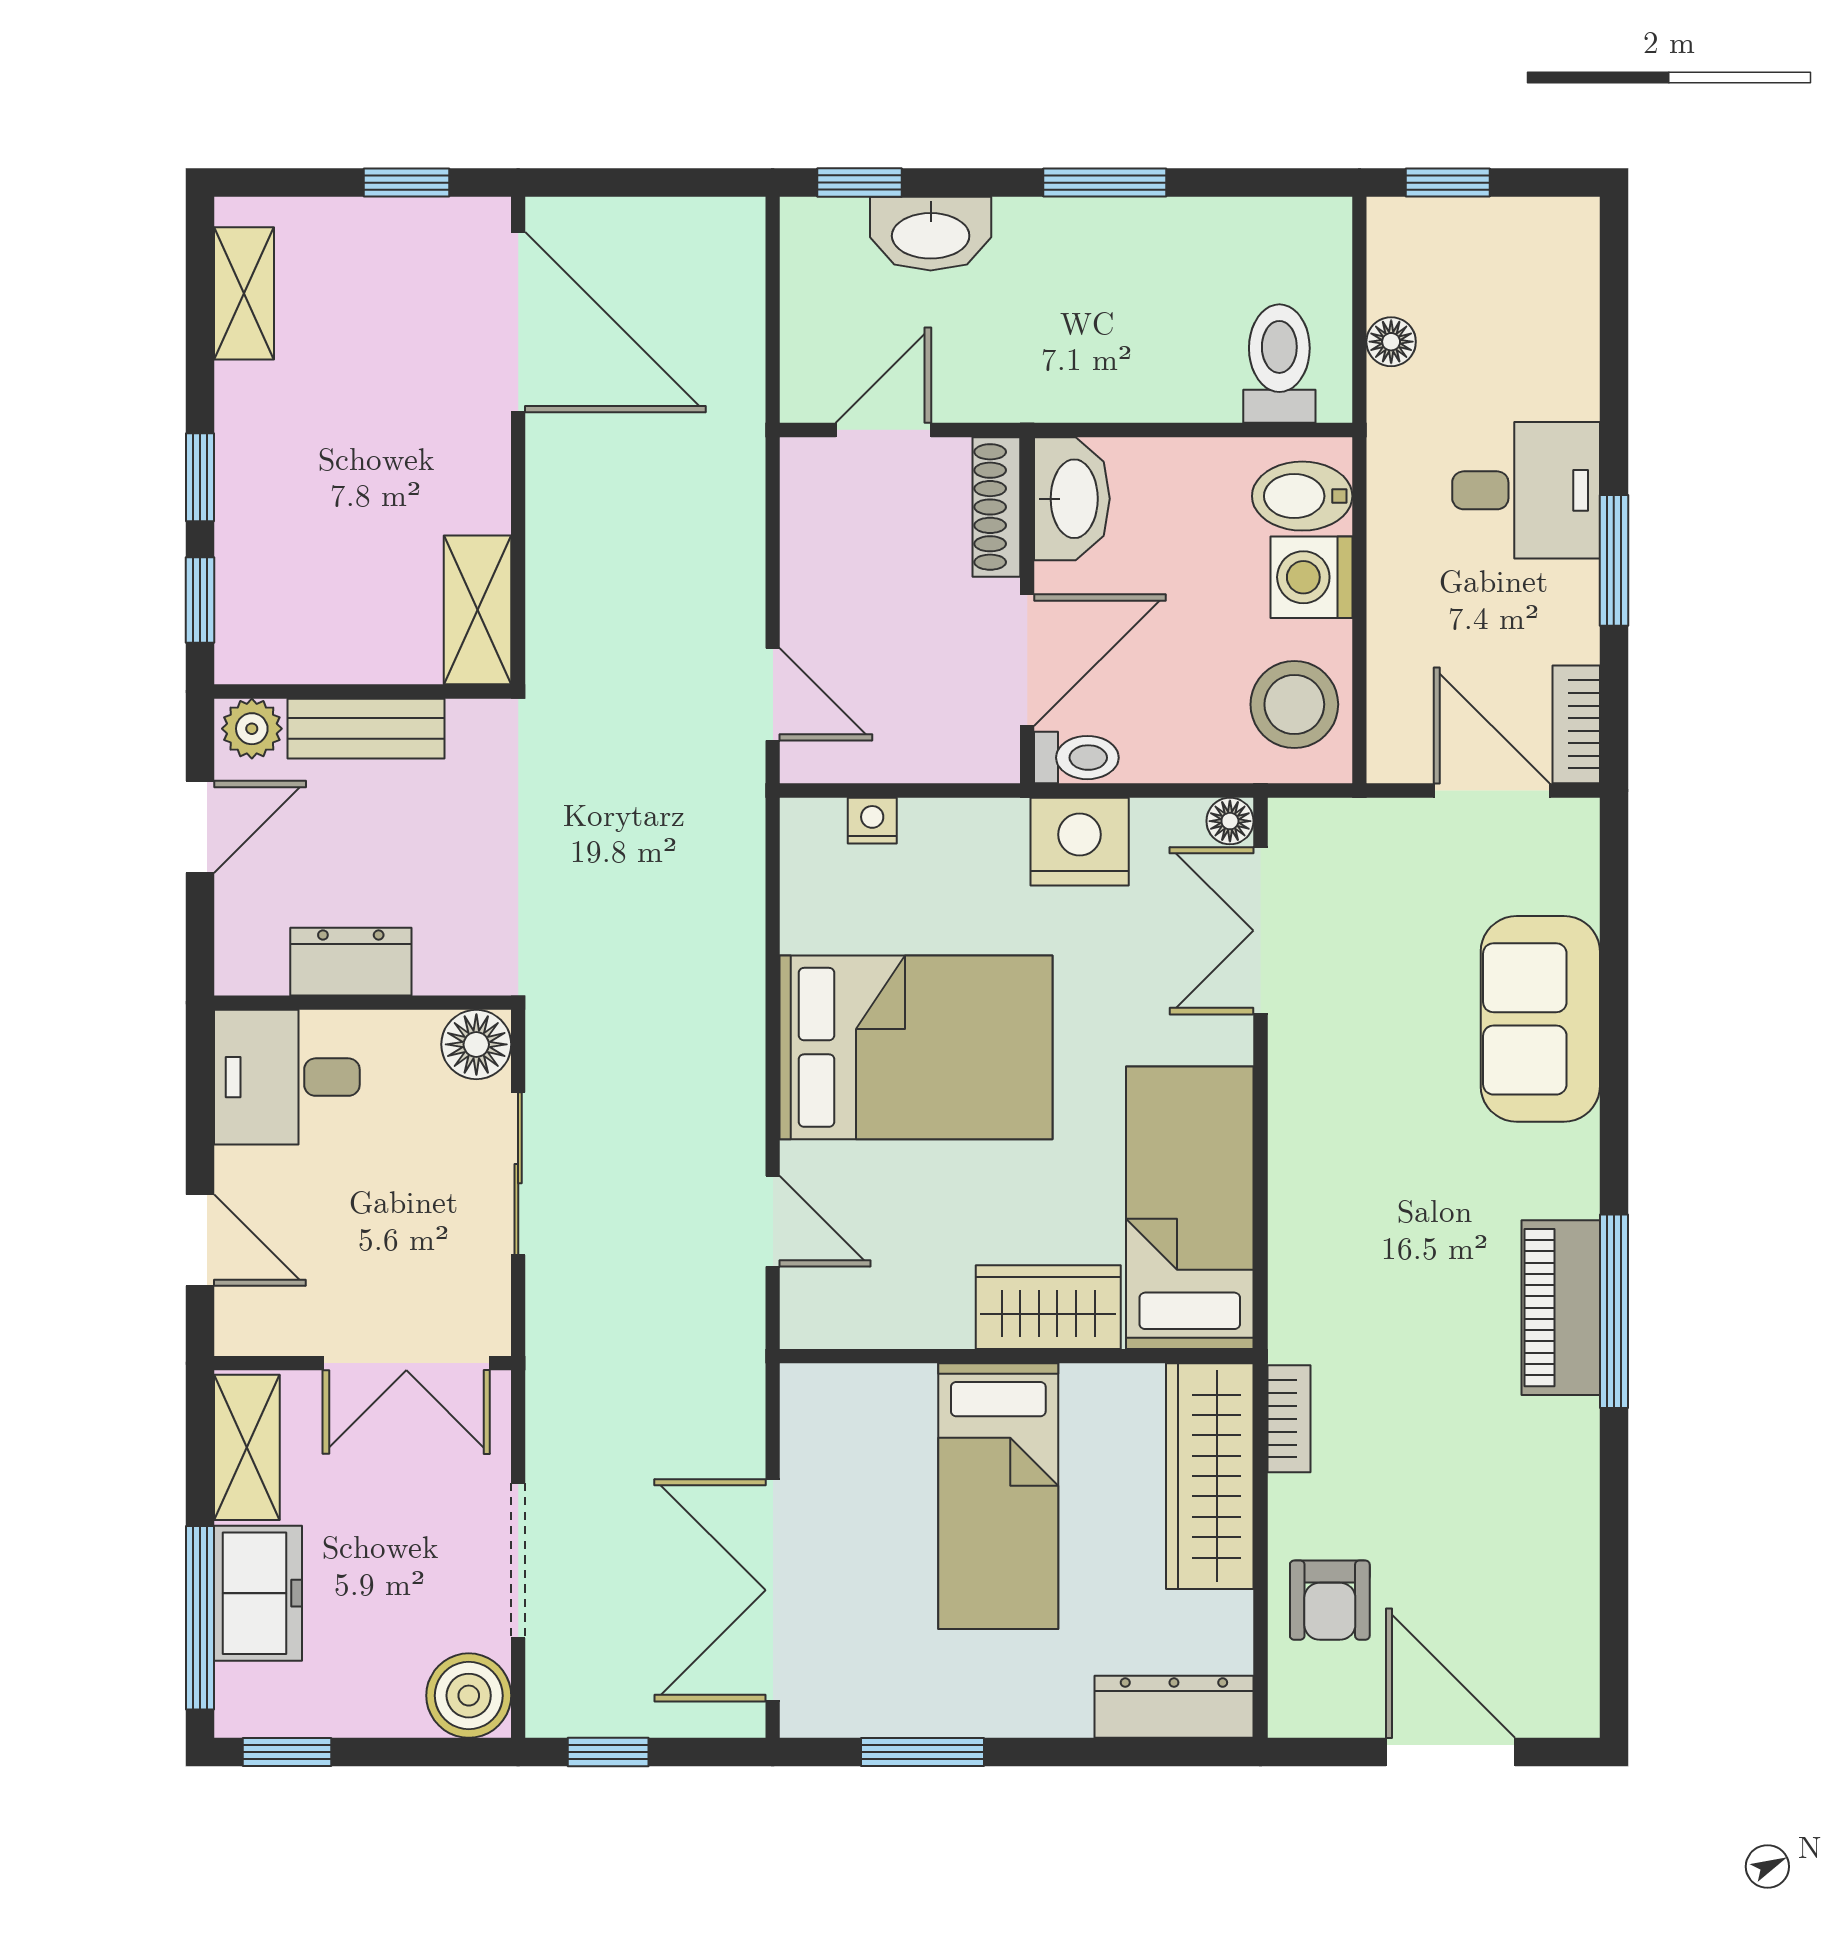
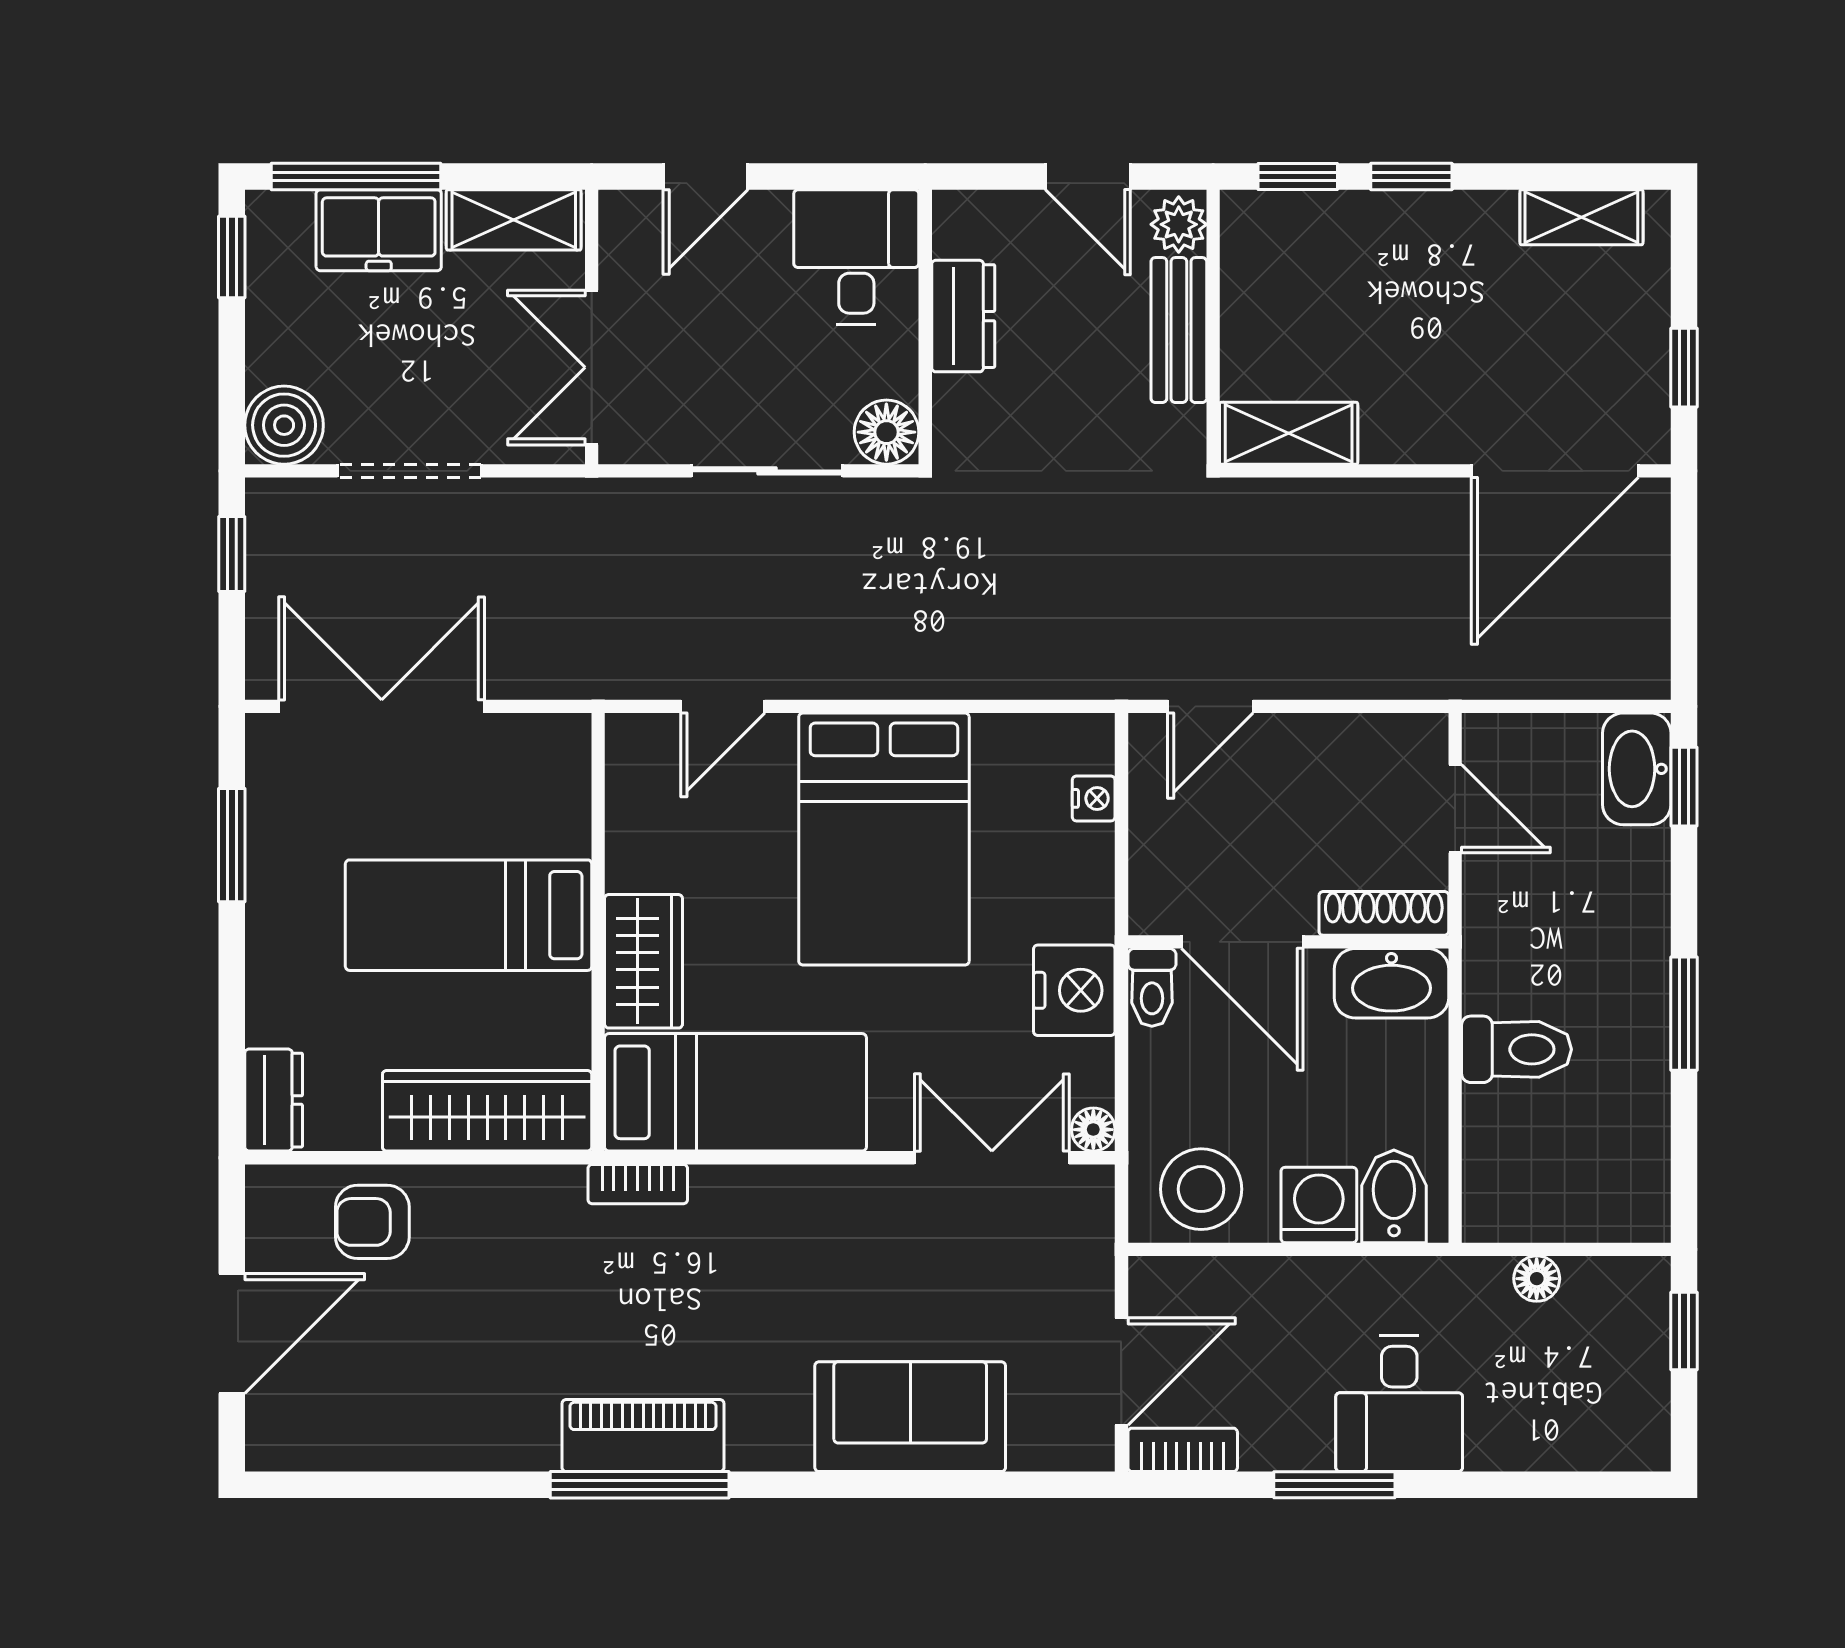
washbasin: (931, 234) -> (1637, 769), moved
toilet: (1279, 364) -> (1517, 1049), moved
bookcase: (1289, 1419) -> (638, 1184), moved
dresser: (1174, 1707) -> (274, 1100), width x0.70

